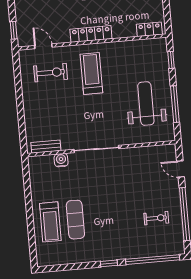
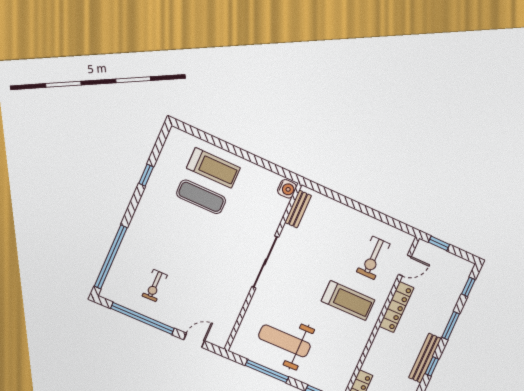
locker: (91, 34) -> (397, 307), moved
weight bench: (146, 104) -> (284, 341), turned 180
water cooler: (61, 160) -> (287, 189), moved
treadmill: (50, 222) -> (213, 168), turned 180
window: (109, 263) -> (146, 175), moved

